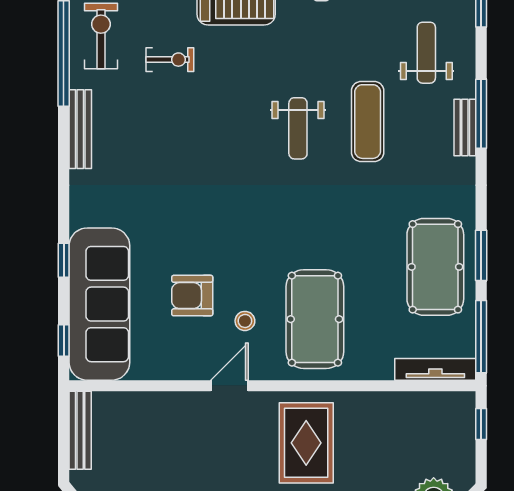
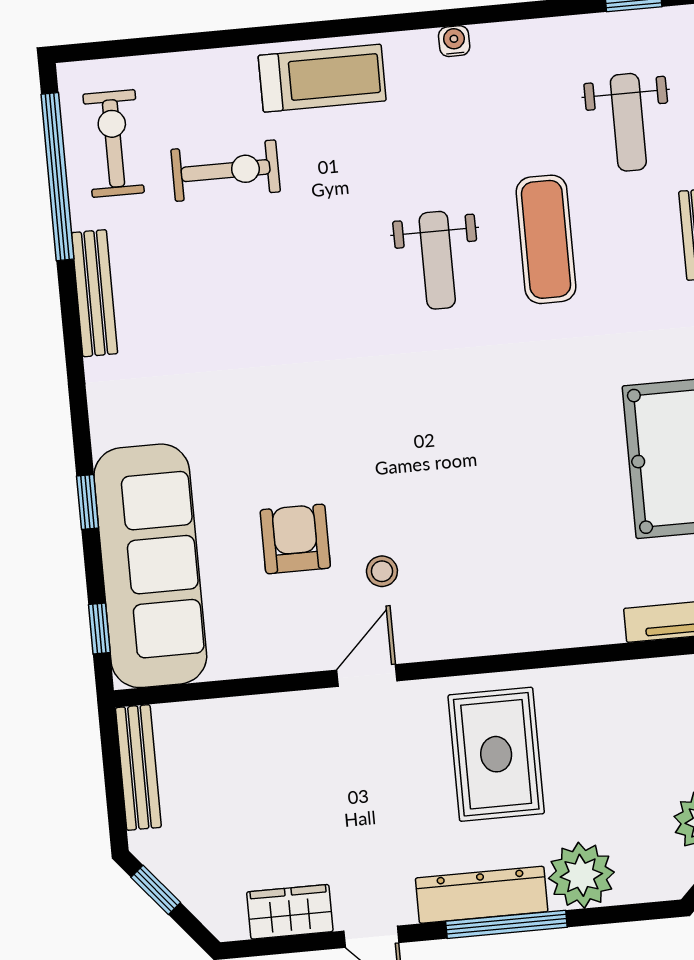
weight bench: (426, 53) -> (628, 122), turned 180
exercise bike: (170, 60) -> (226, 171), width x1.38, depth x1.39
armchair: (192, 296) -> (295, 539), turned 90
pool table: (315, 319) -> (492, 558), removed

